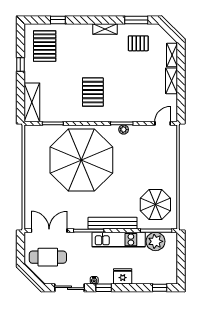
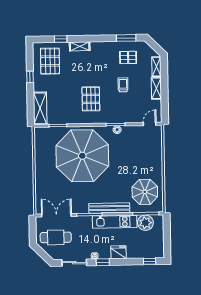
shelving: (105, 29) -> (80, 46), moved
trolley: (131, 76) -> (123, 85), added

